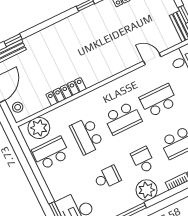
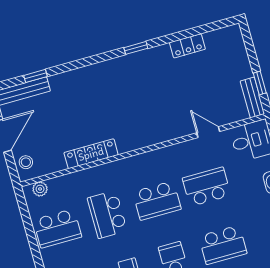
plant: (39, 128) -> (40, 189), width x0.53, depth x0.53
school desk: (51, 153) -> (57, 228), turned 180

